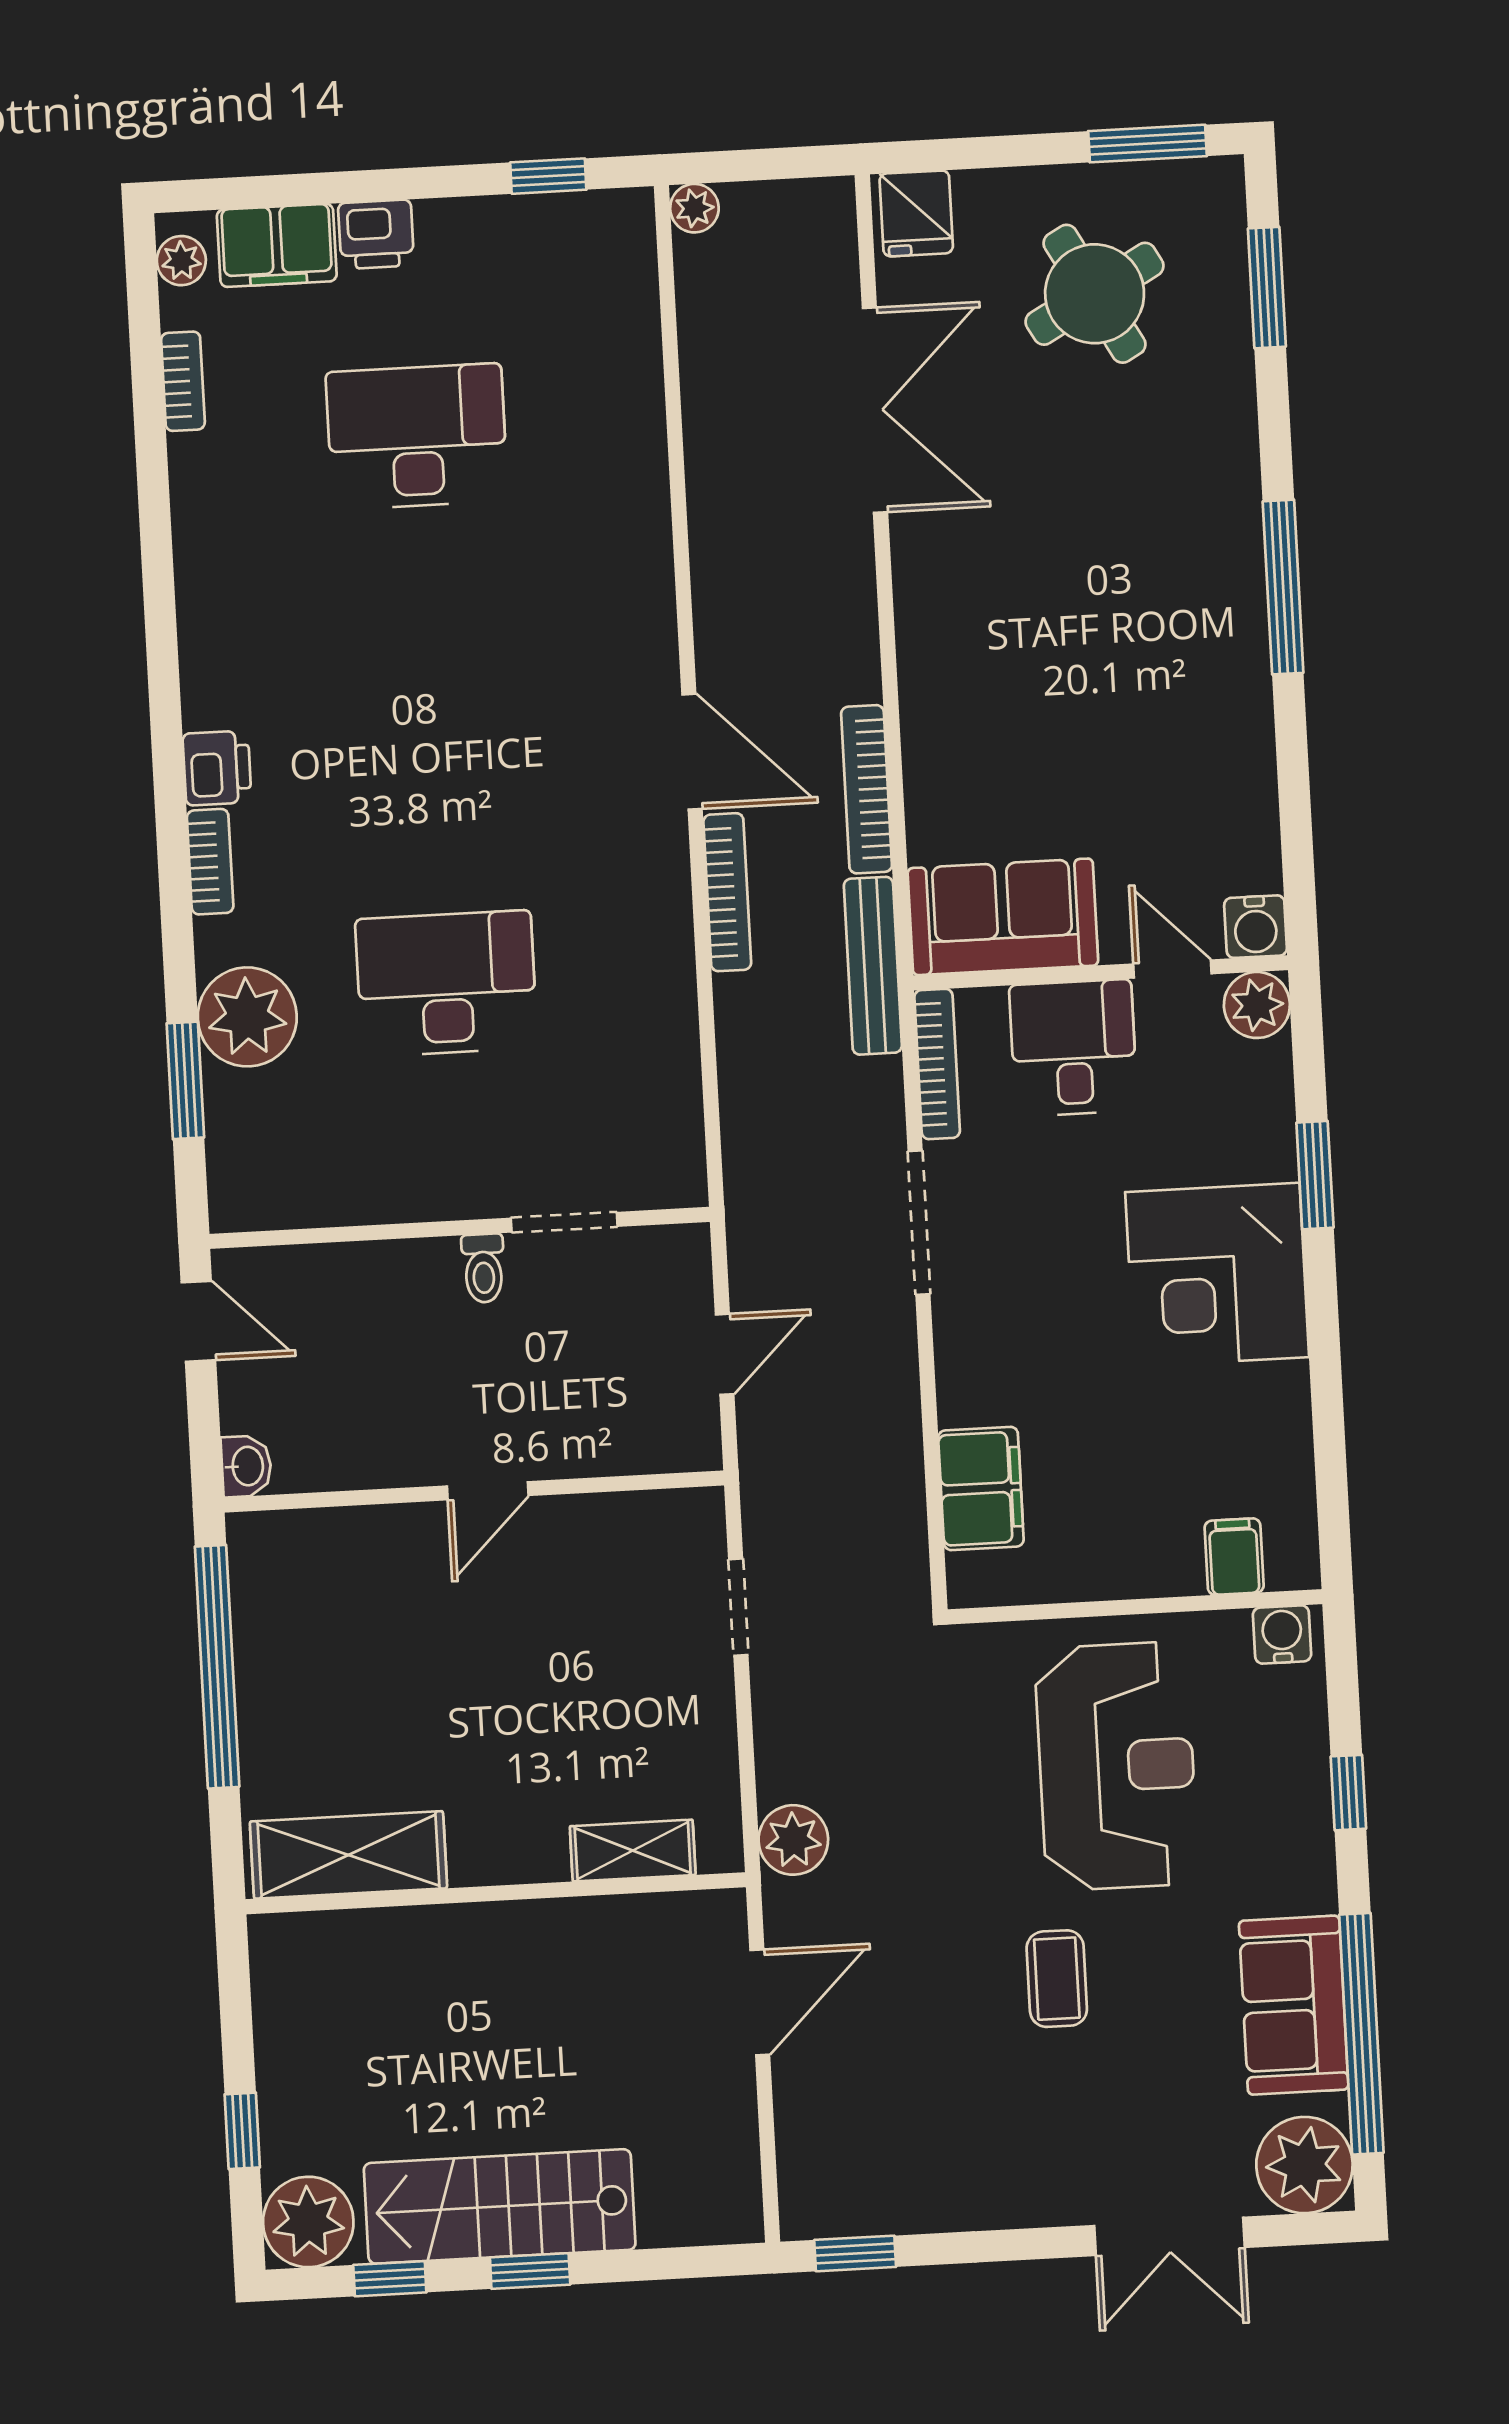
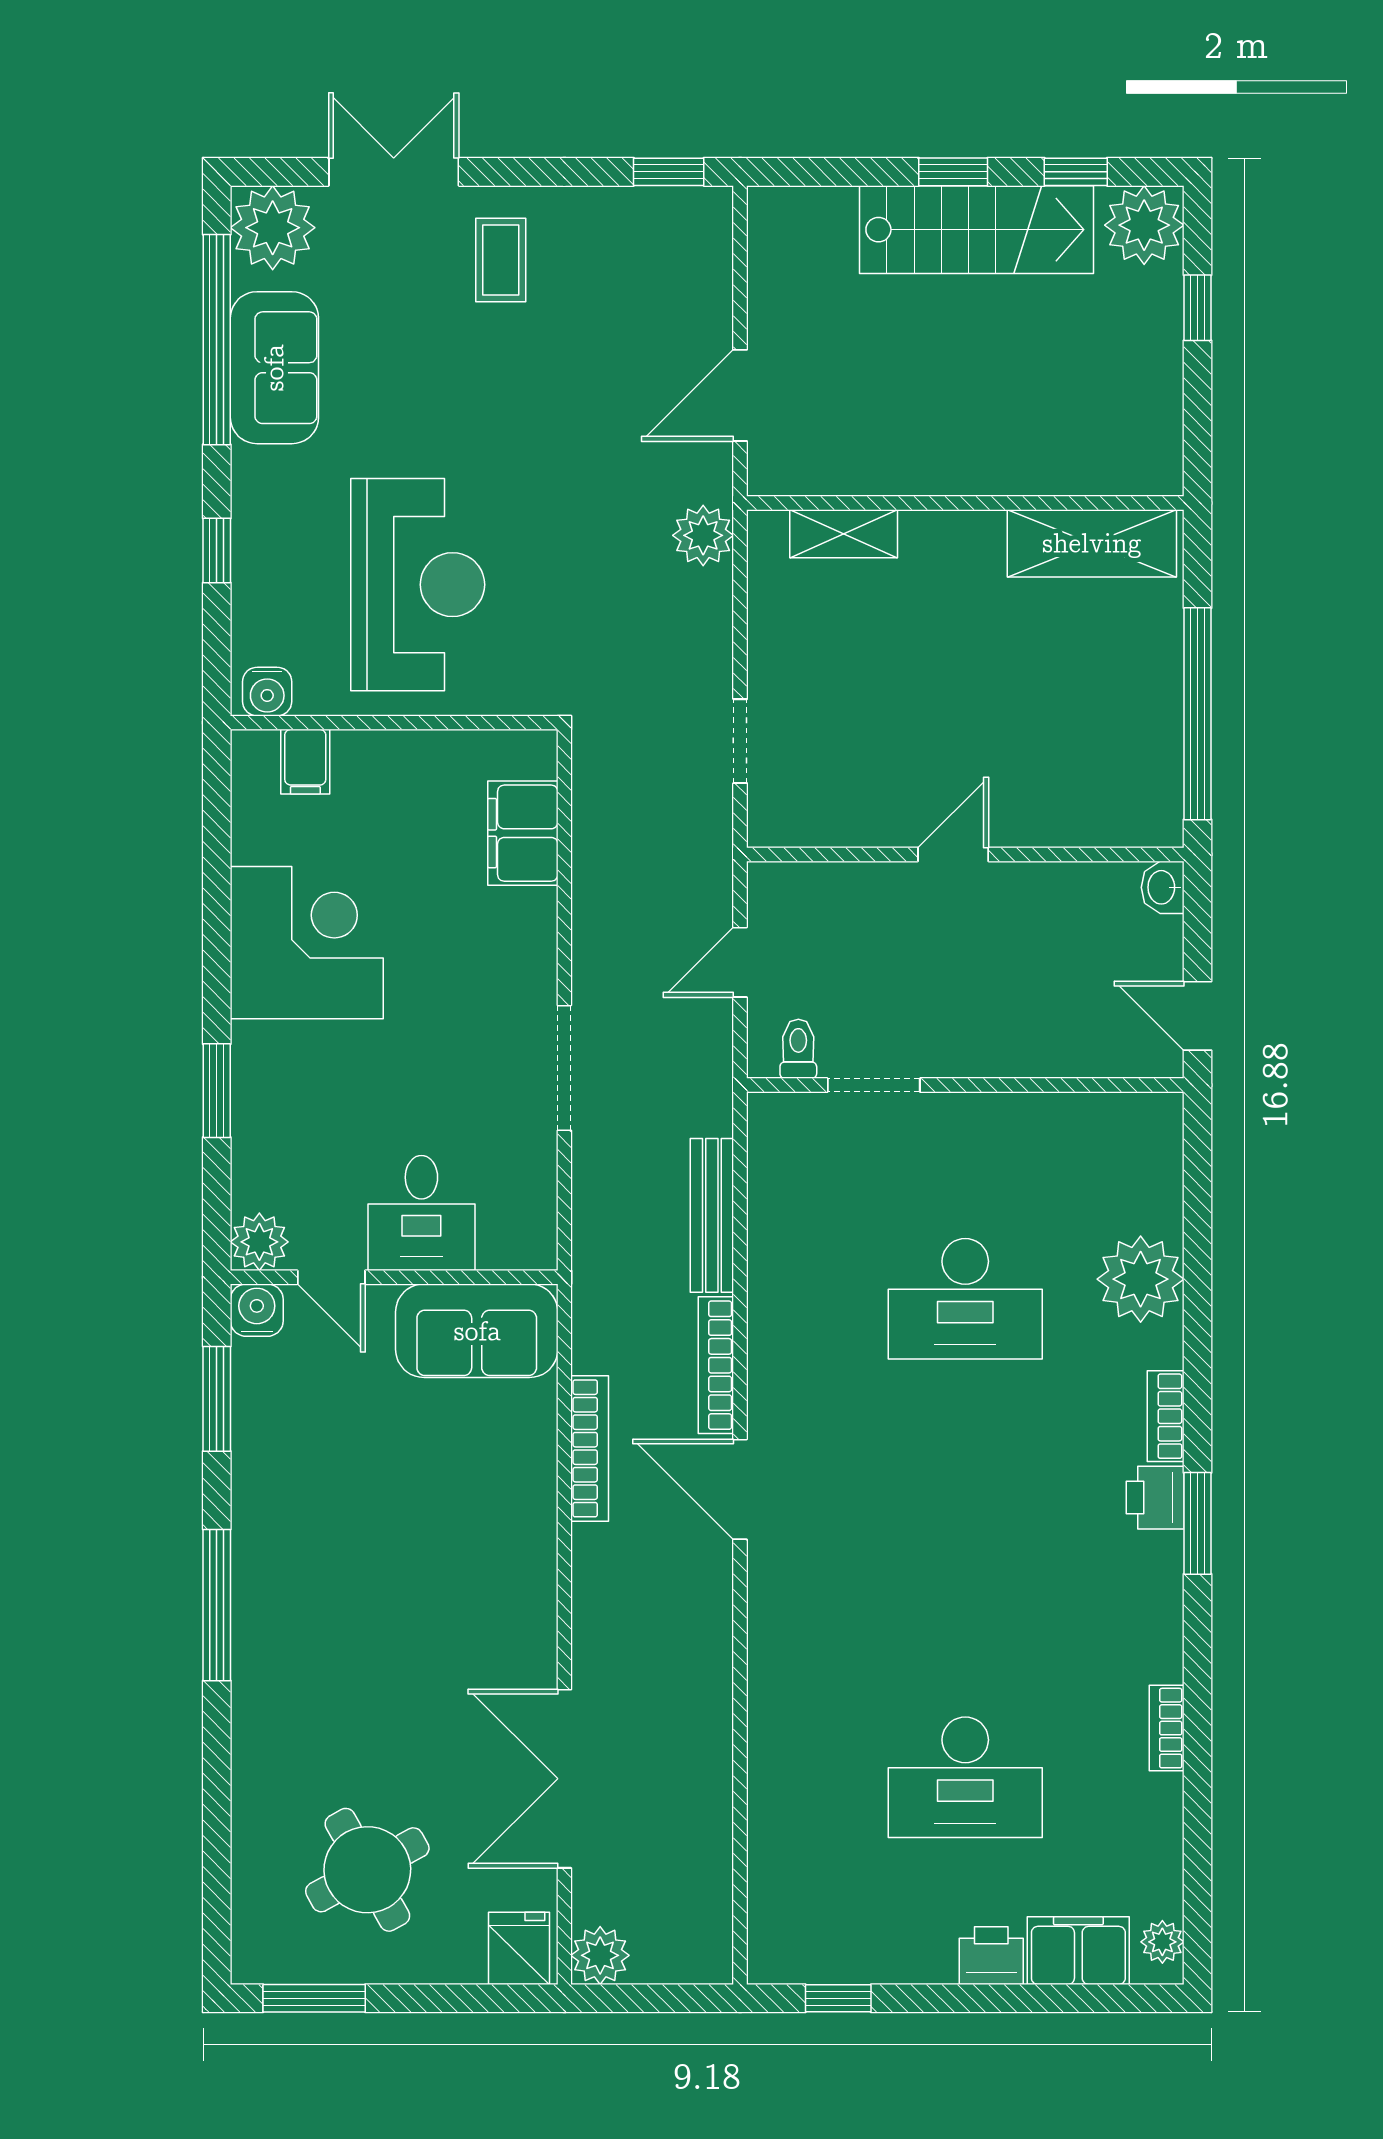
plant: (694, 208) -> (600, 1955), moved, width x1.38, depth x1.38
window: (1267, 288) -> (217, 1399), moved
bookcase: (183, 381) -> (1167, 1728), moved
bench: (873, 966) -> (712, 1215), moved
bookcase: (937, 1064) -> (541, 1205), removed
window: (185, 1080) -> (1197, 1523), moved
toilet: (483, 1268) -> (798, 1049), moved
corner desk: (1217, 1275) -> (307, 943), moved
reception desk: (1117, 1766) -> (418, 585), turned 180
coffee table: (1057, 1979) -> (501, 260), moved

